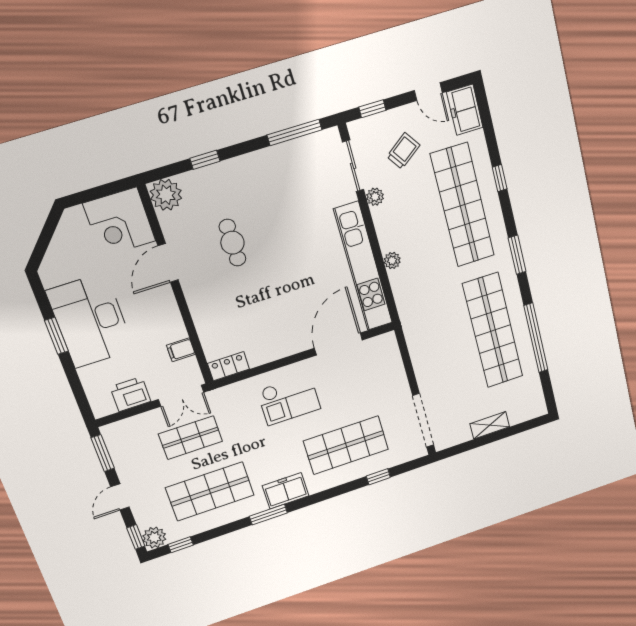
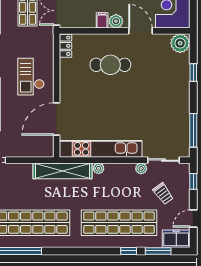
cafe table: (232, 243) -> (110, 65), moved, width x1.37, depth x1.35
window: (517, 255) -> (158, 251), moved
plant: (166, 305) -> (116, 21), added
shelving: (410, 311) -> (63, 171), added
door: (338, 344) -> (57, 119), swing flipped
filing cabinet: (181, 350) -> (102, 20), moved

